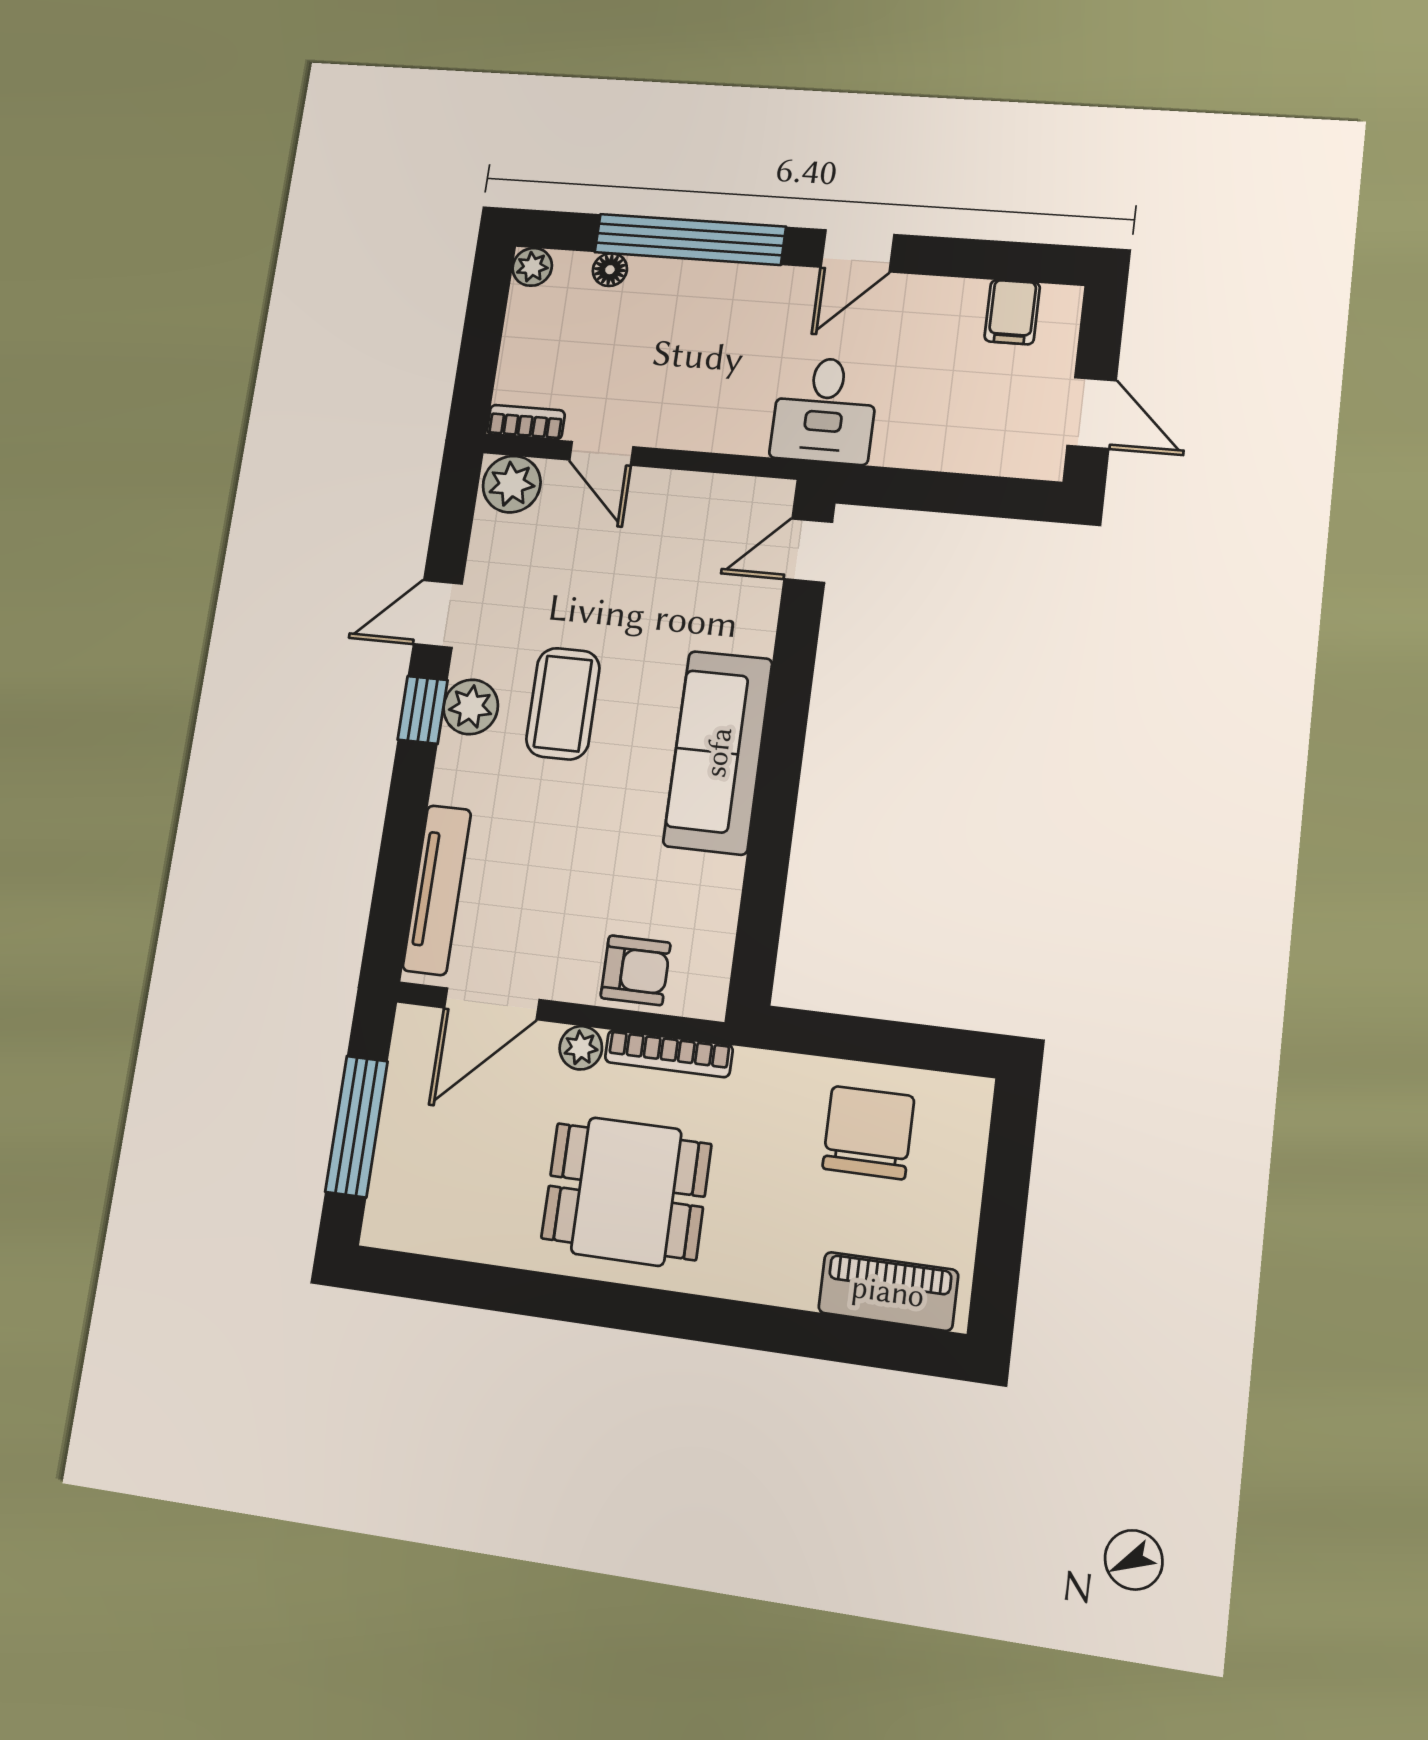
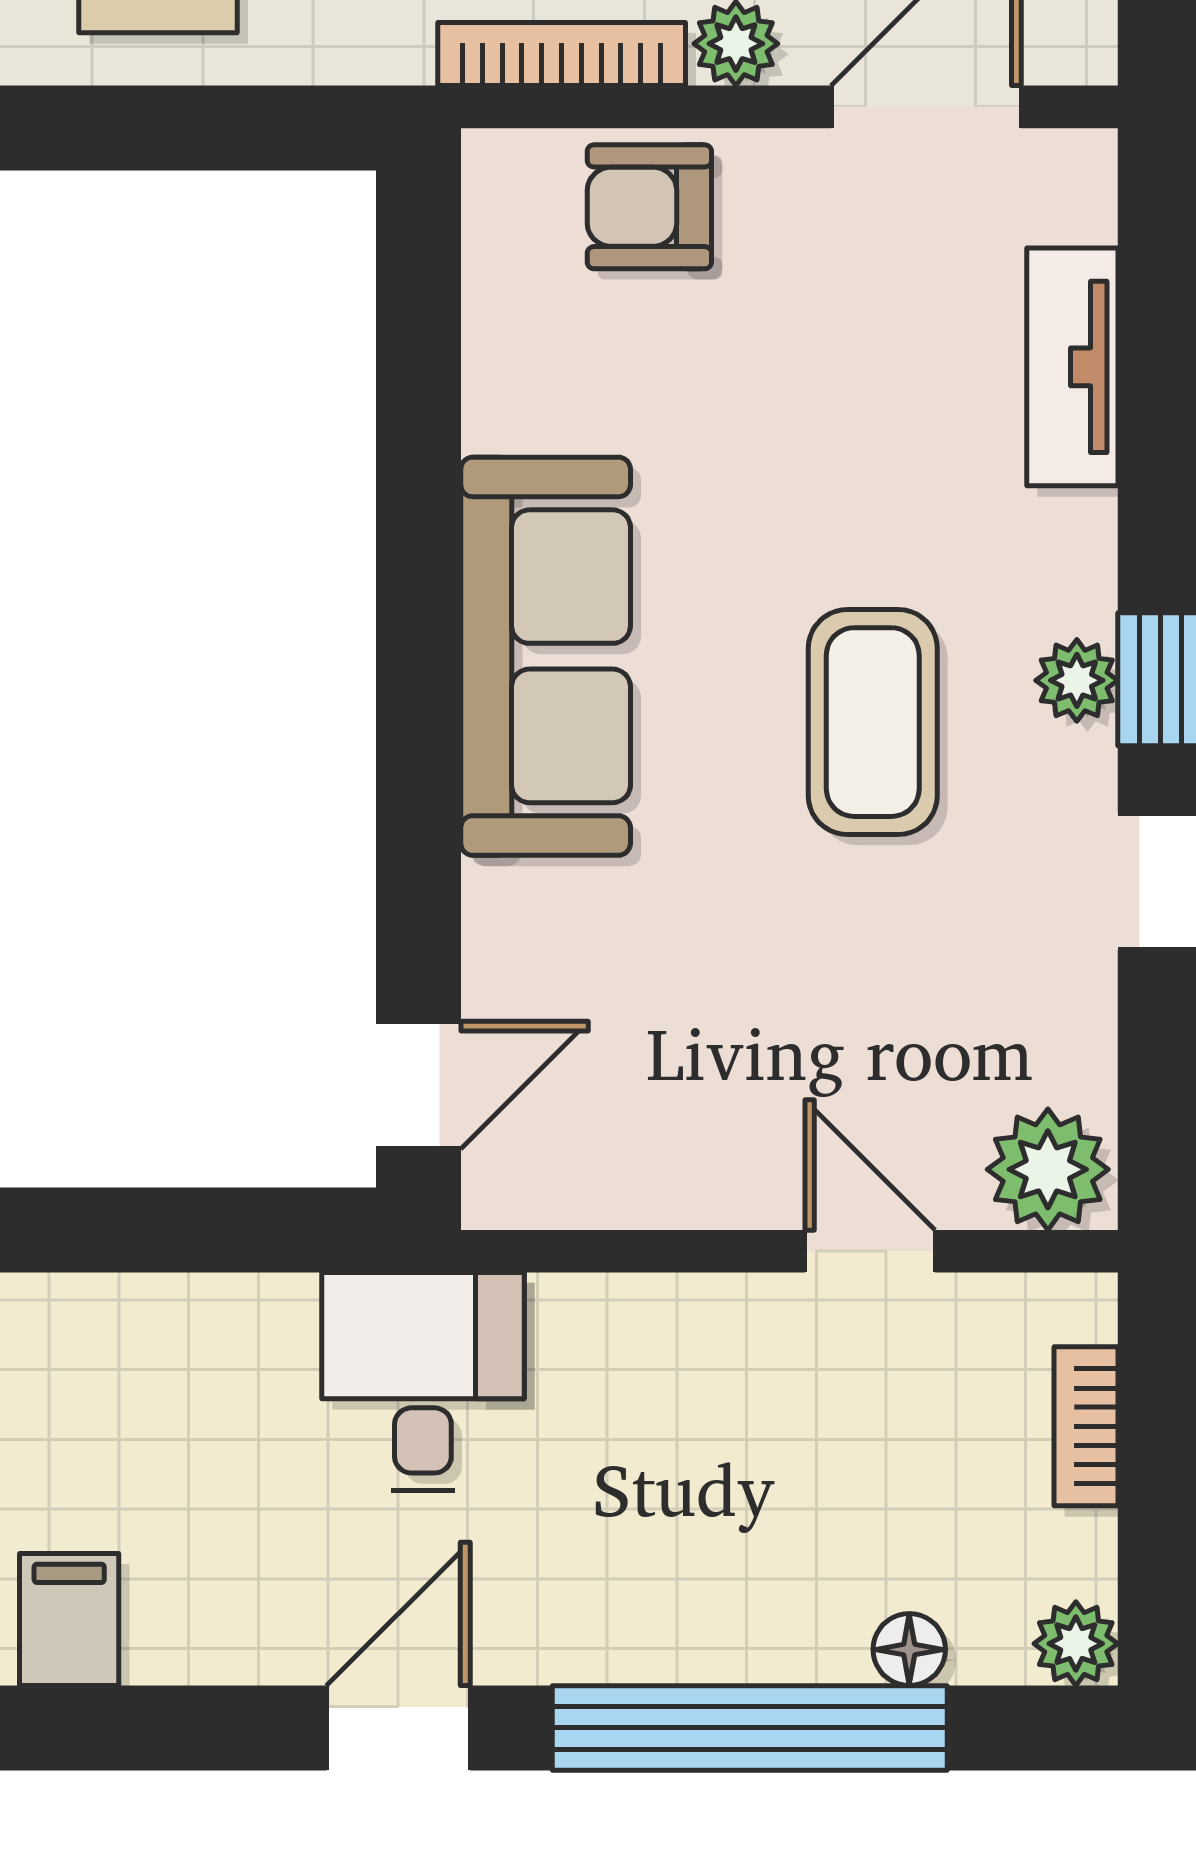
bookcase: (526, 422) -> (1086, 1426), moved, turned 90
plant: (471, 707) -> (1077, 680), width x0.73, depth x0.73
tv unit: (437, 890) -> (1072, 367), width x0.71

